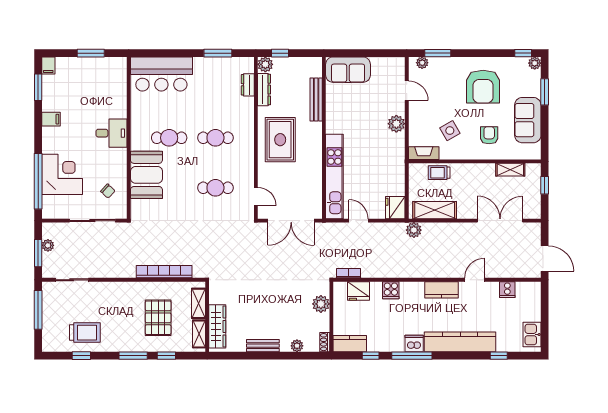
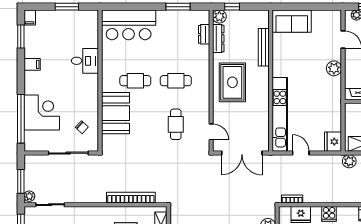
desk: (112, 133) -> (85, 61), moved
cafe table: (215, 188) -> (176, 124), turned 90
plant: (48, 245) -> (29, 196), moved

